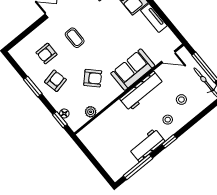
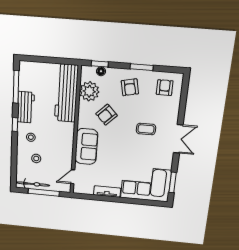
armchair: (46, 53) -> (165, 88), moved
workbench: (142, 91) -> (66, 93), moved, width x1.36, depth x1.32
plant: (91, 112) -> (89, 91), width x1.87, depth x1.87

